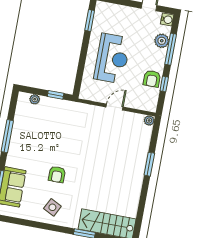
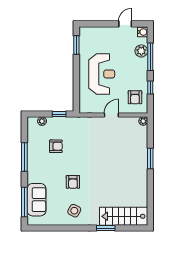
armchair: (152, 79) -> (135, 97), moved
armchair: (45, 131) -> (56, 146), added

